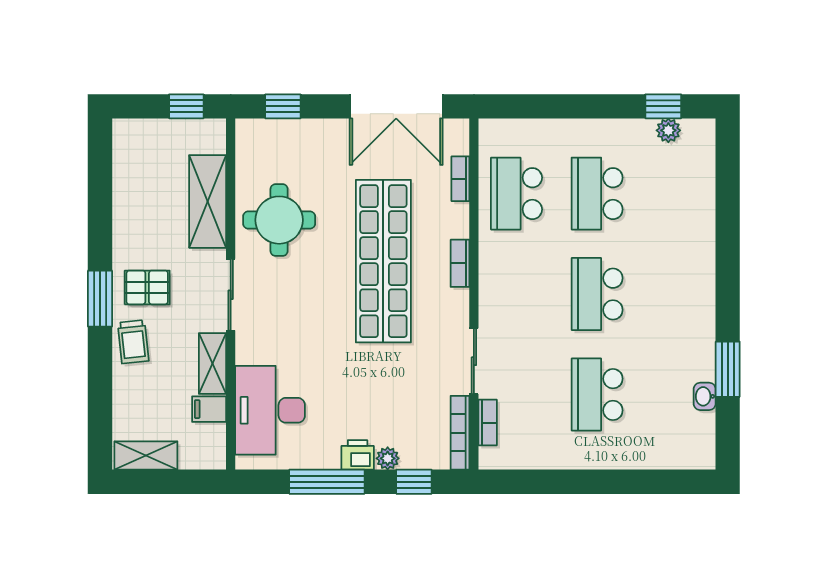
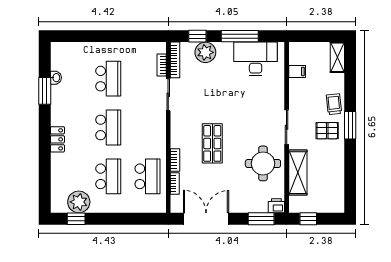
window: (283, 106) -> (261, 219), width x1.50
plant: (668, 130) -> (79, 202), width x1.88, depth x1.88
shop shelf: (383, 261) -> (212, 143), width x0.50, depth x0.74
bookcase: (460, 263) -> (175, 160), moved
locker: (702, 270) -> (57, 139), added
shelving: (212, 363) -> (295, 94), removed
desk: (270, 410) -> (256, 59), moved, turned -90
printer: (358, 455) -> (276, 206), moved, turned 180
shelving: (146, 456) -> (337, 57), moved, turned 90
plant: (388, 458) -> (205, 52), width x1.88, depth x1.88

